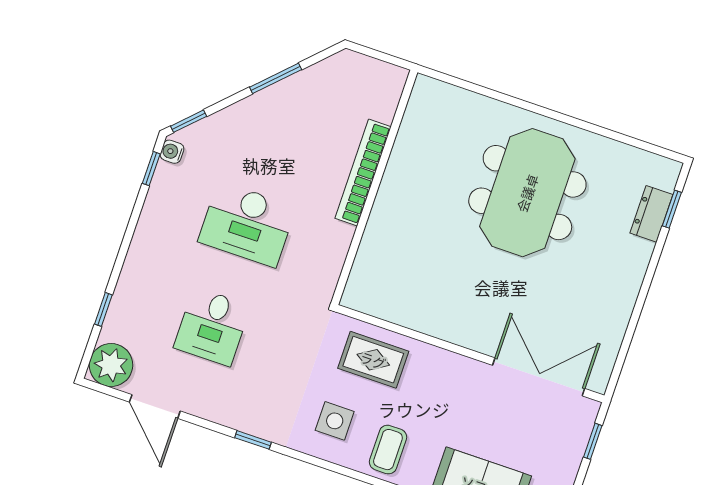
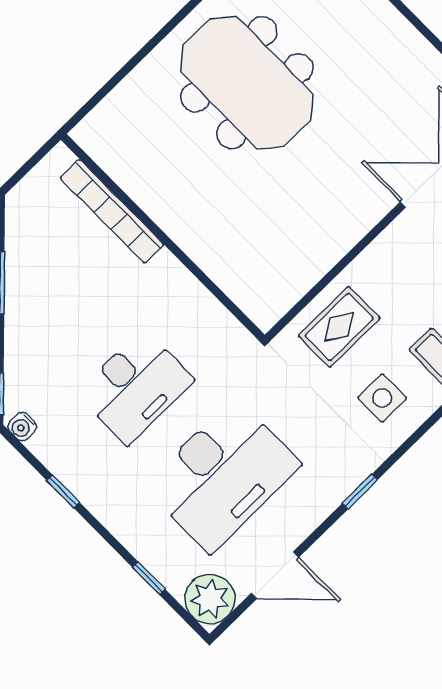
window: (151, 169) -> (63, 492), moved
bookcase: (363, 172) -> (112, 211), moved
desk: (212, 327) -> (222, 475), width x1.87, depth x1.30

